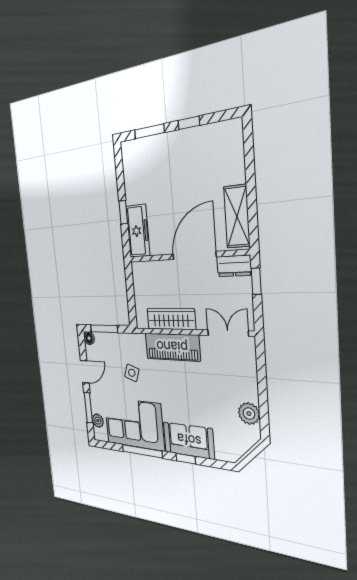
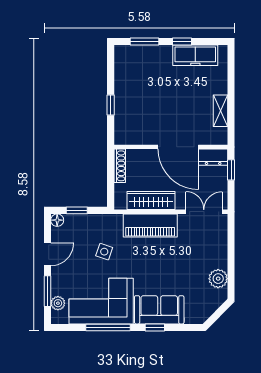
shelving: (237, 216) -> (220, 111), width x0.67, depth x0.75
freezer: (138, 231) -> (195, 55), moved, turned 90
door: (194, 256) -> (178, 147), swing flipped
shoe rack: (138, 280) -> (120, 166), added
window: (104, 329) -> (77, 210), width x0.67

